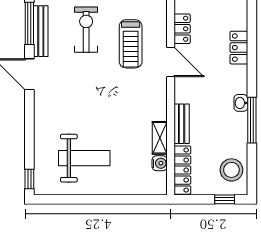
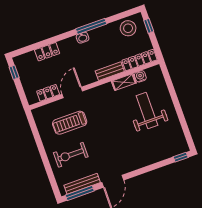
treadmill: (131, 44) -> (70, 123), turned 180
weight bench: (84, 158) -> (147, 111), moved

